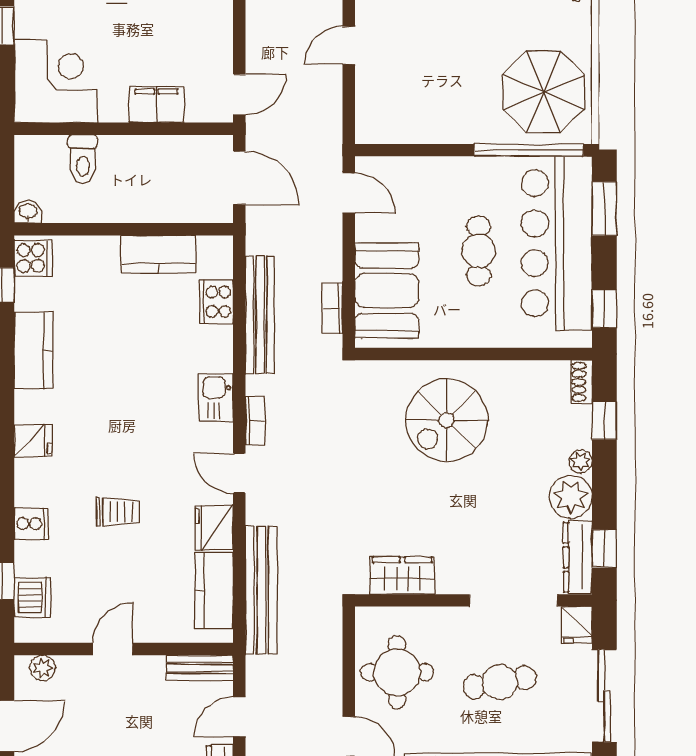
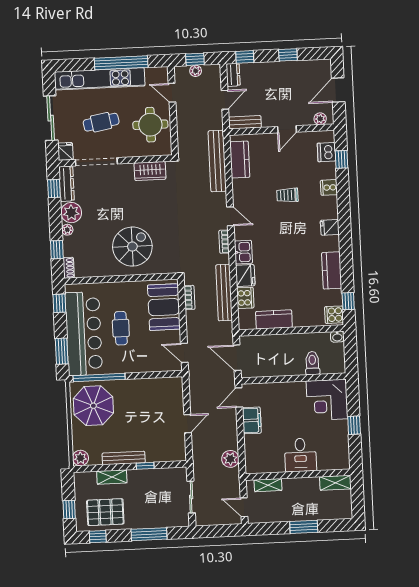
filing cabinet: (156, 104) -> (252, 420), moved, turned -90
fridge: (214, 528) -> (245, 275), moved

